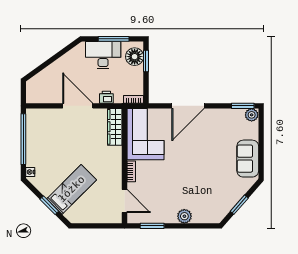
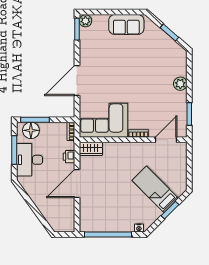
window: (146, 61) -> (35, 120), width x1.44
door: (188, 106) -> (77, 80), swing flipped
wardrobe: (115, 127) -> (91, 149), width x0.67

